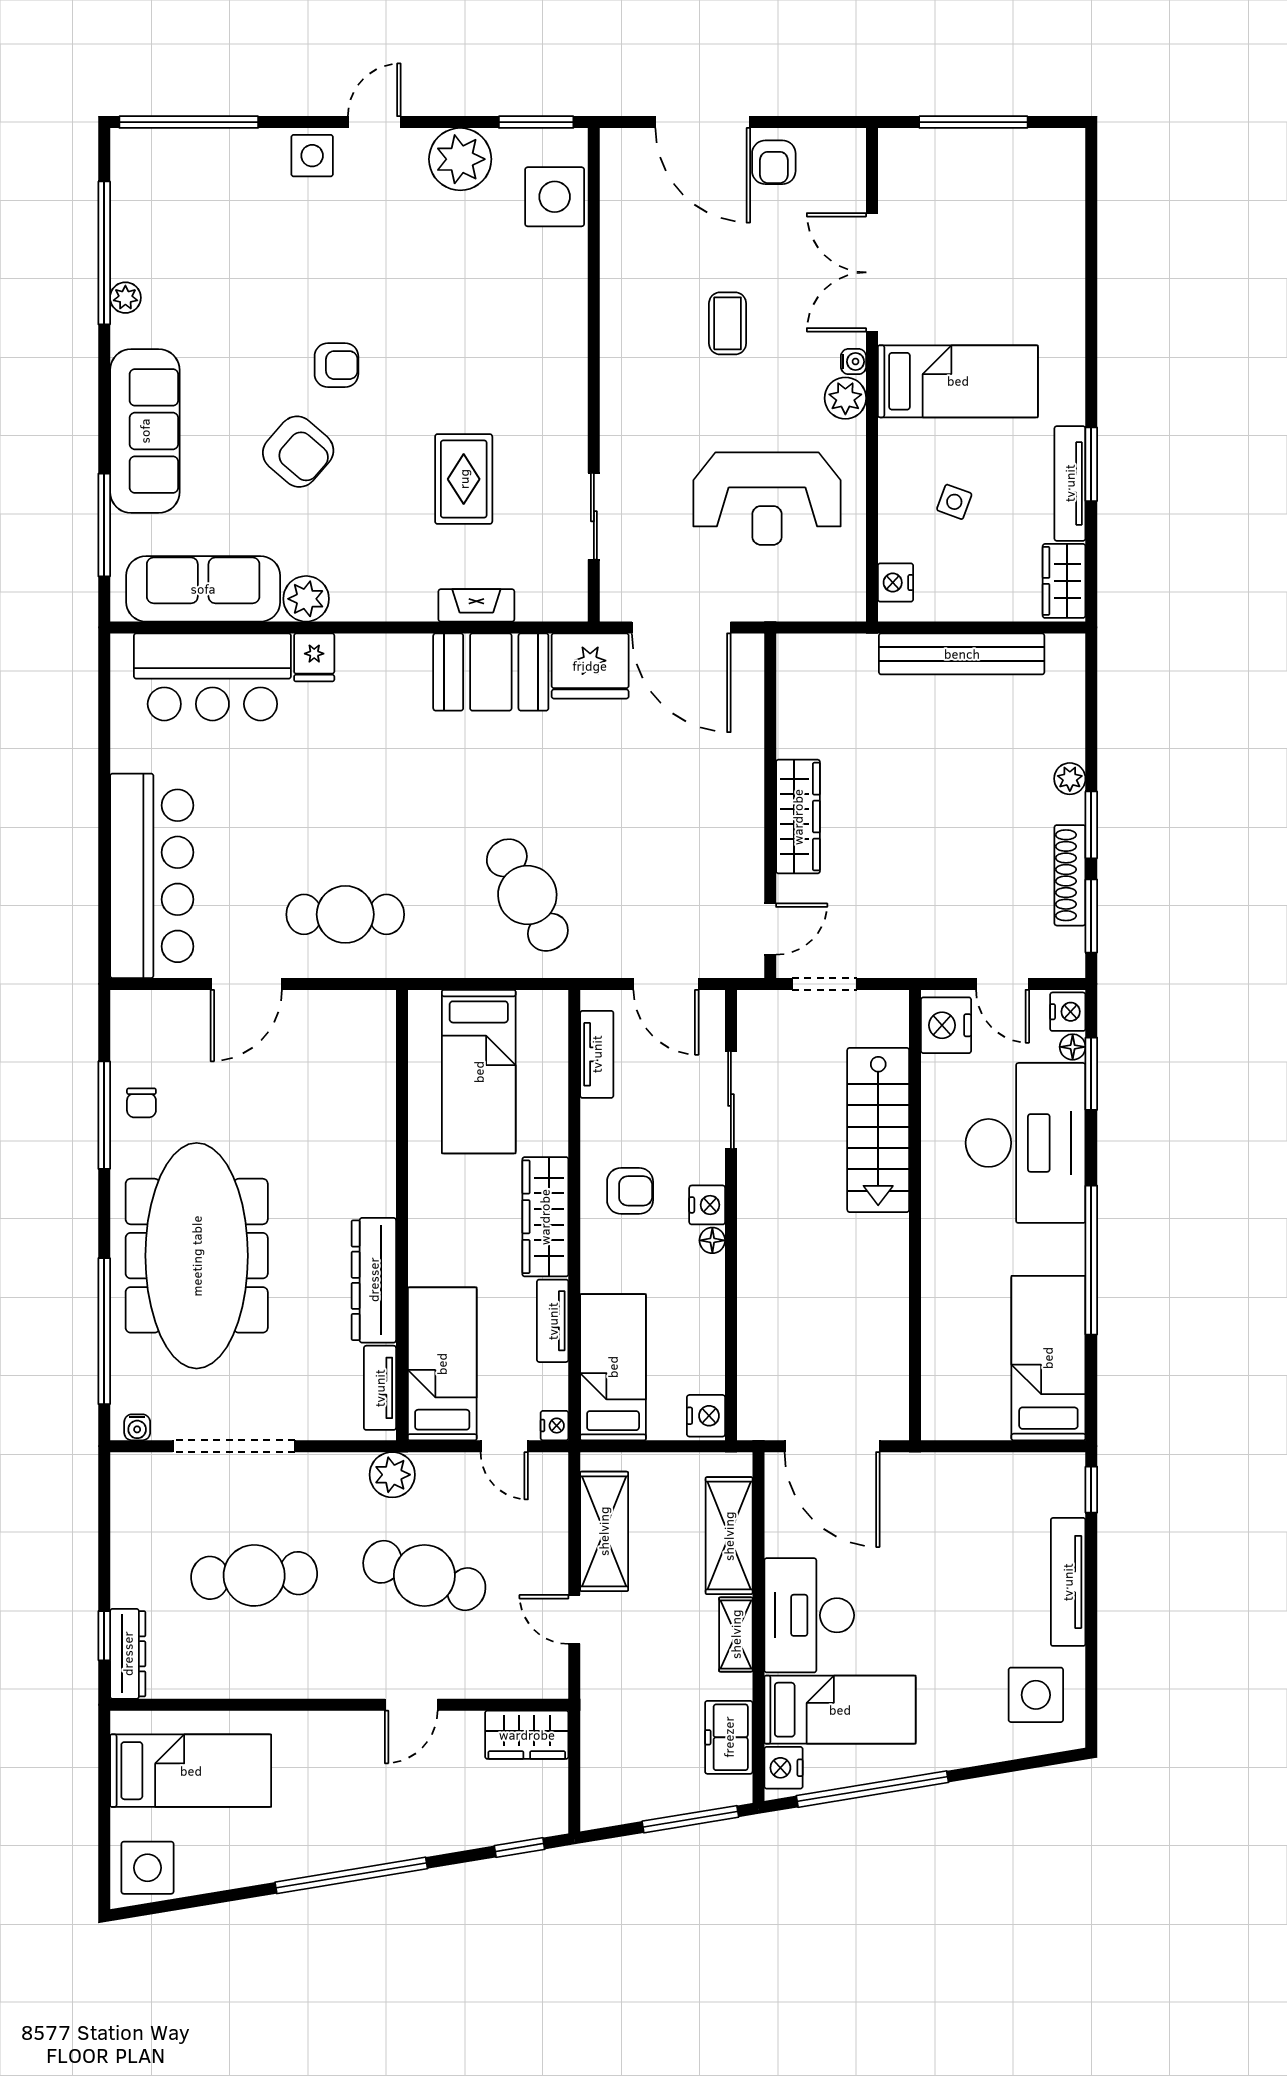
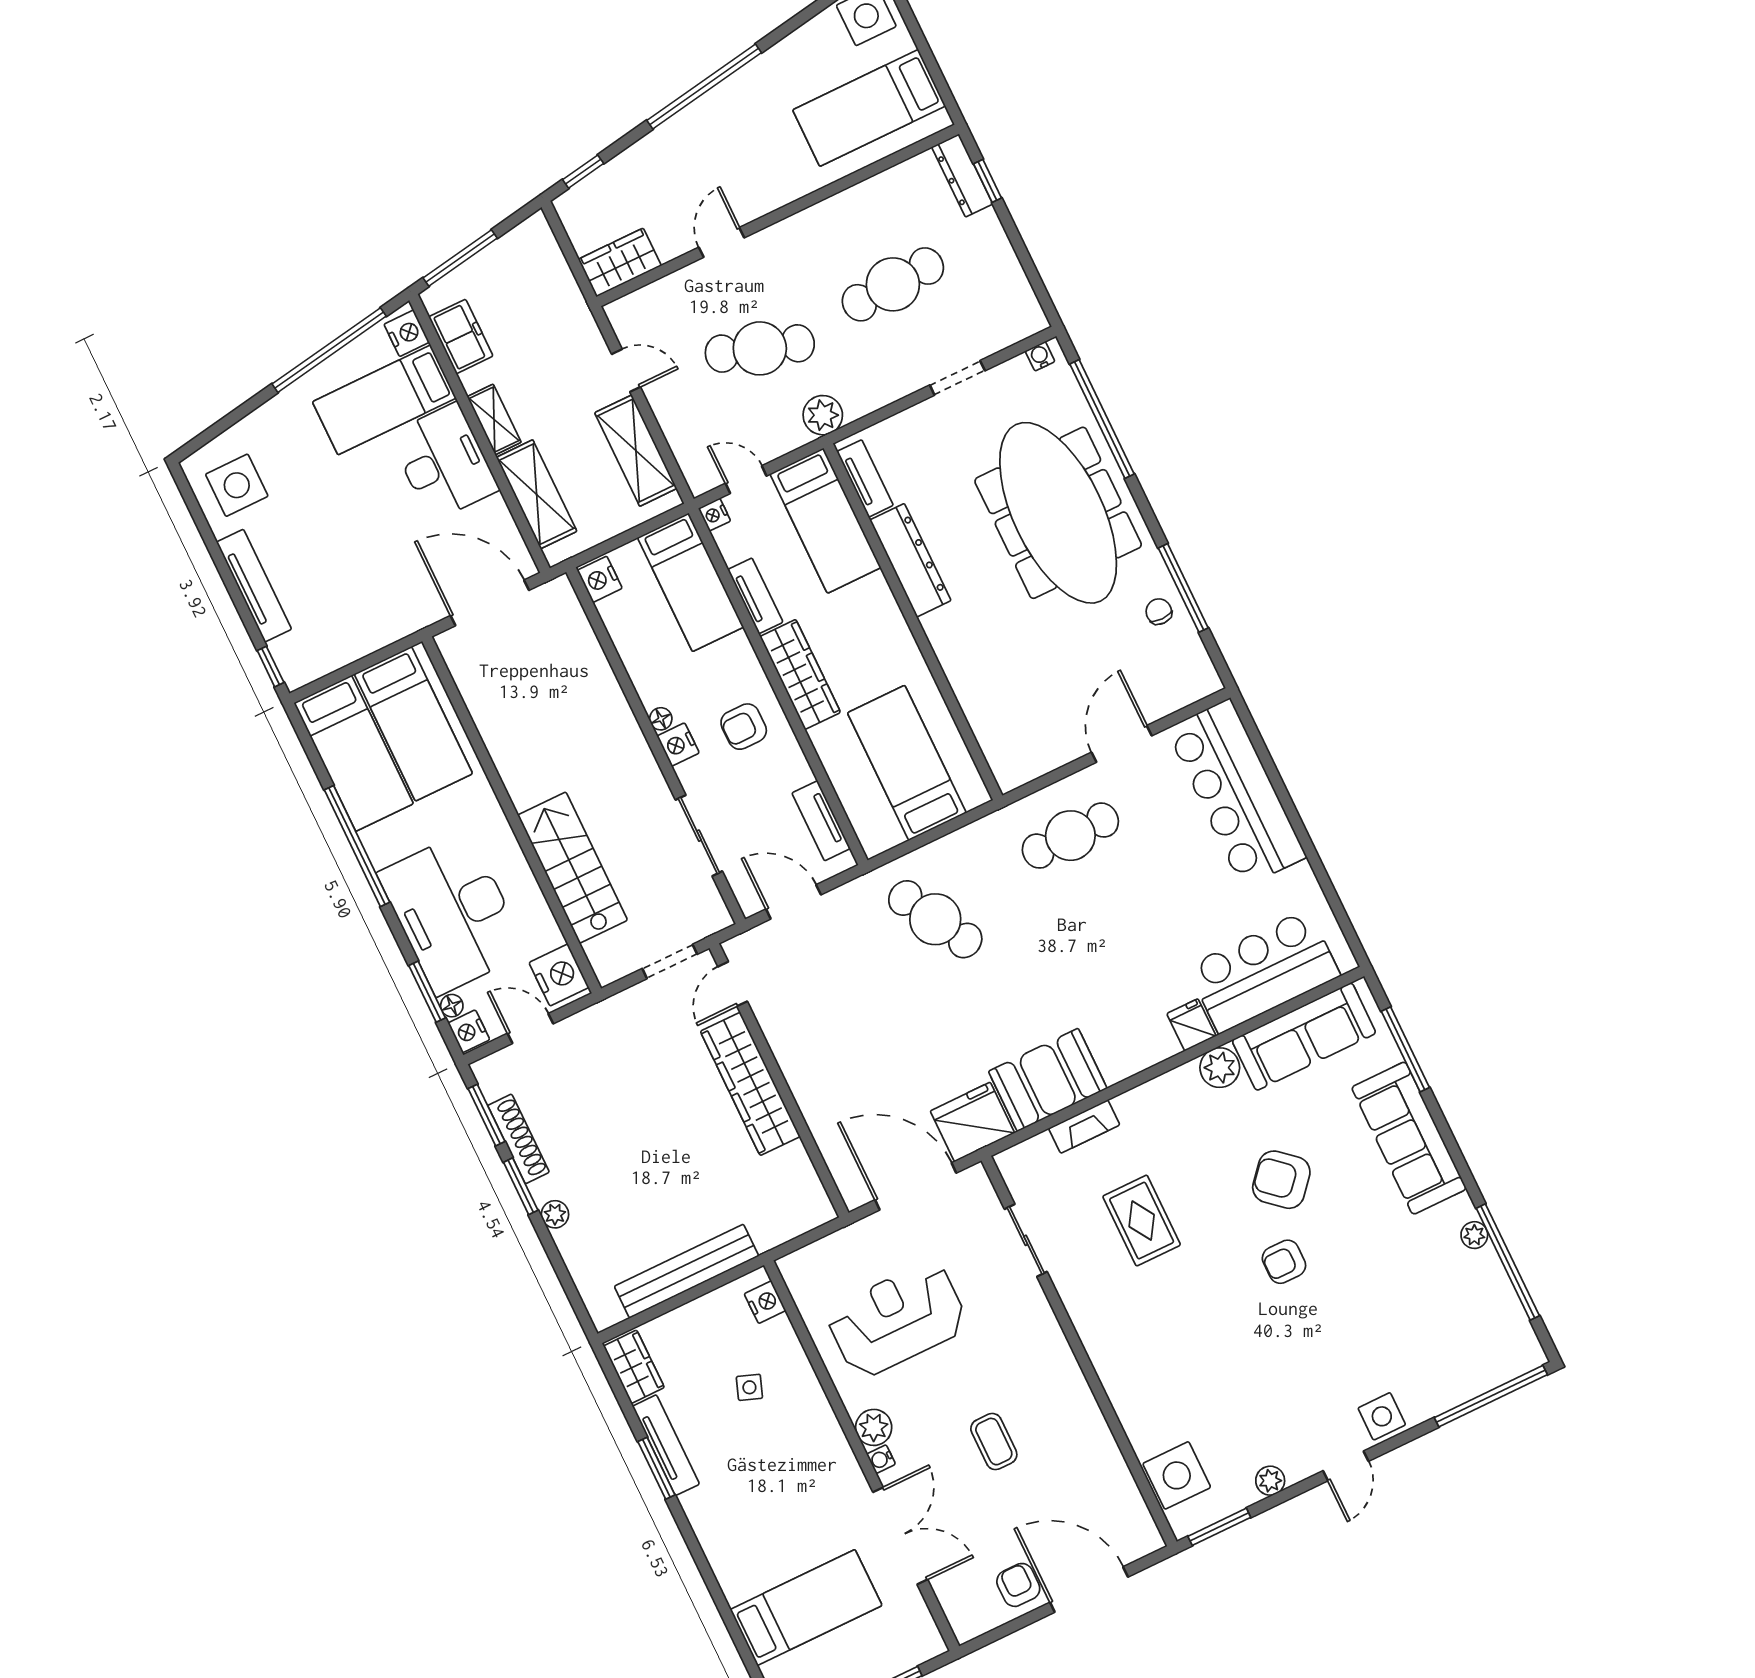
plant: (460, 159) -> (1270, 1481), width x0.53, depth x0.53
bed: (958, 381) -> (806, 1607), moved, turned 180
wardrobe: (798, 817) -> (750, 1084), width x1.40, depth x1.17
bed: (972, 1359) -> (413, 724), added
doorway: (234, 1446) -> (957, 378), width x0.53

